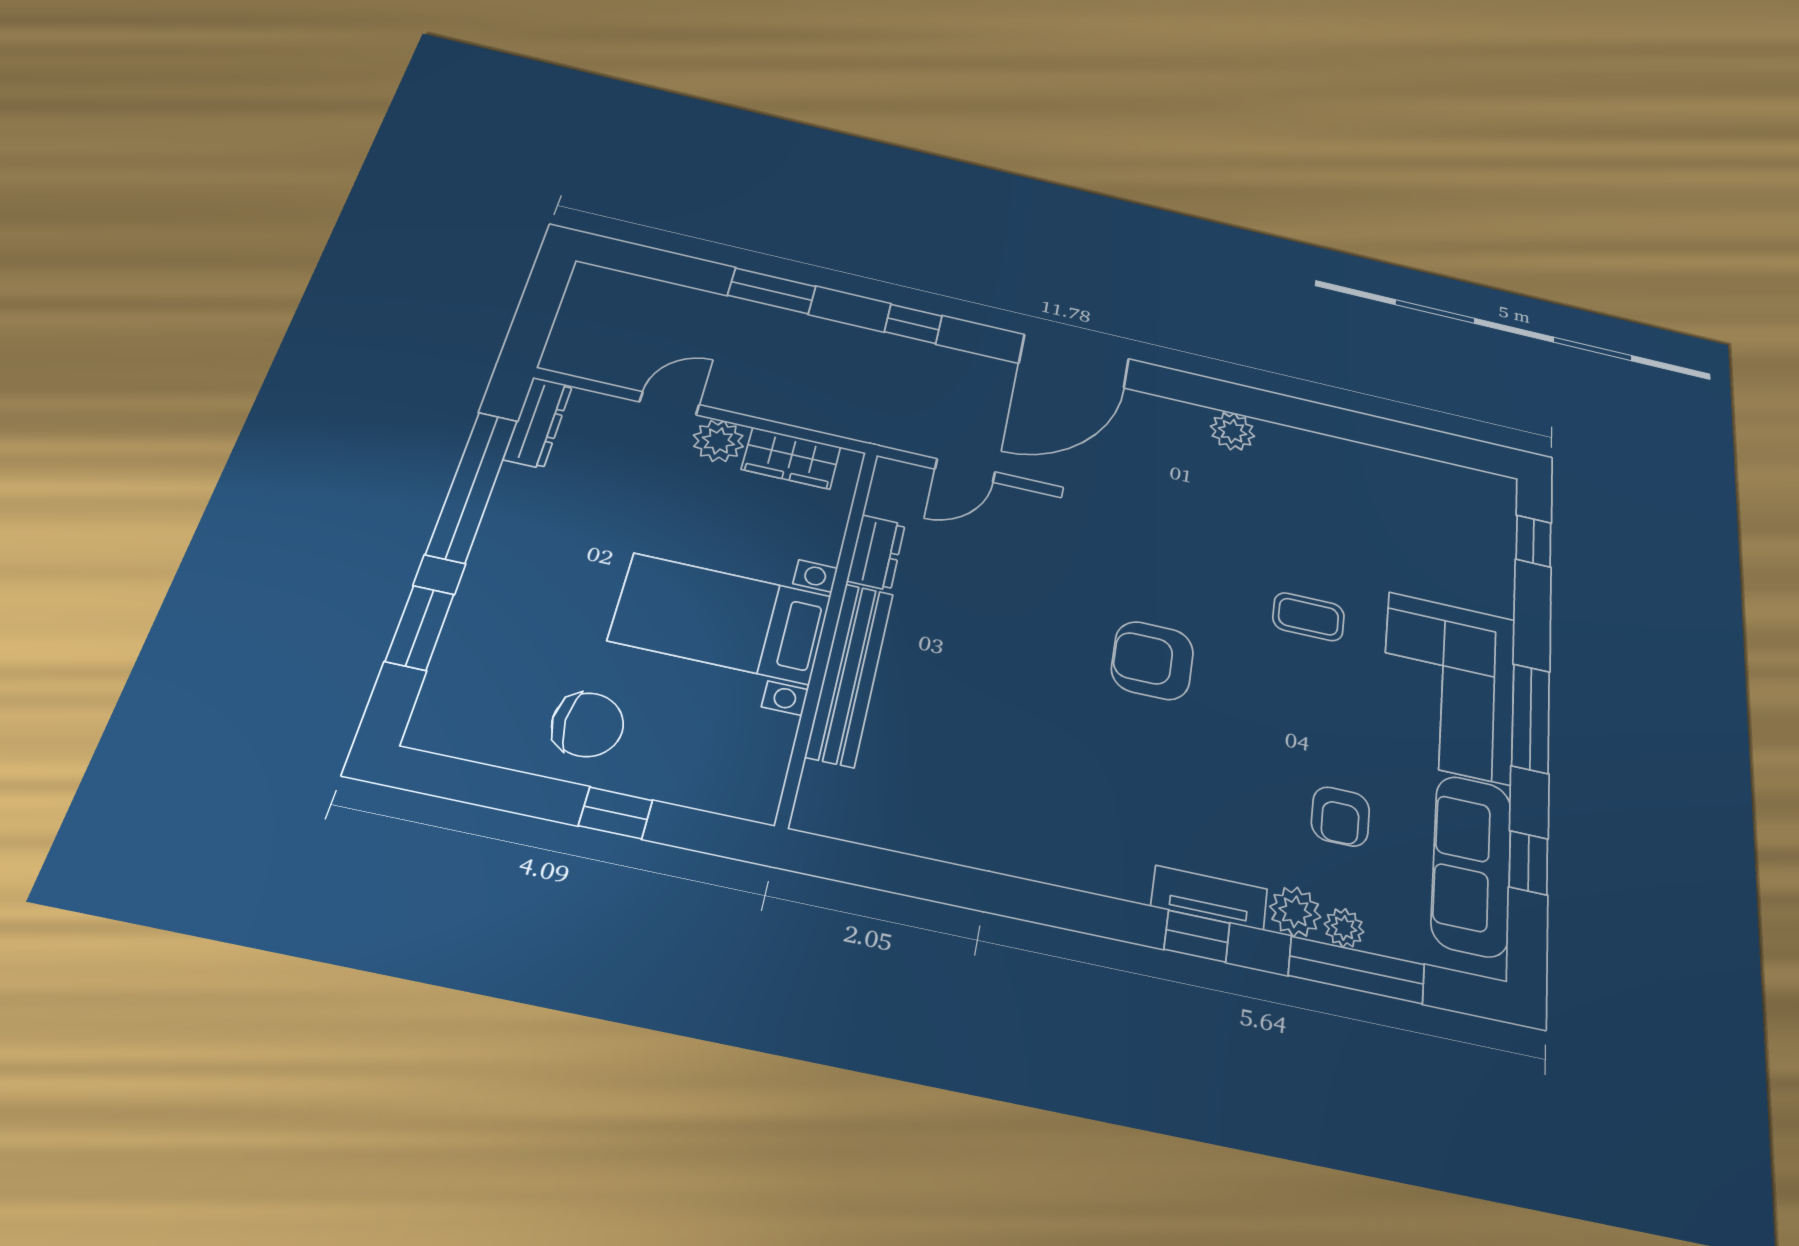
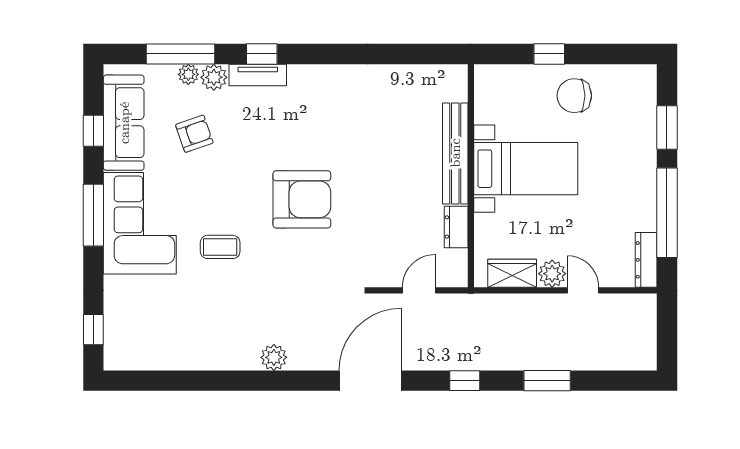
door: (669, 403) -> (583, 290), swing flipped
armchair: (1152, 660) -> (302, 199), width x1.36, depth x1.36
armchair: (1340, 816) -> (194, 134), turned 71

